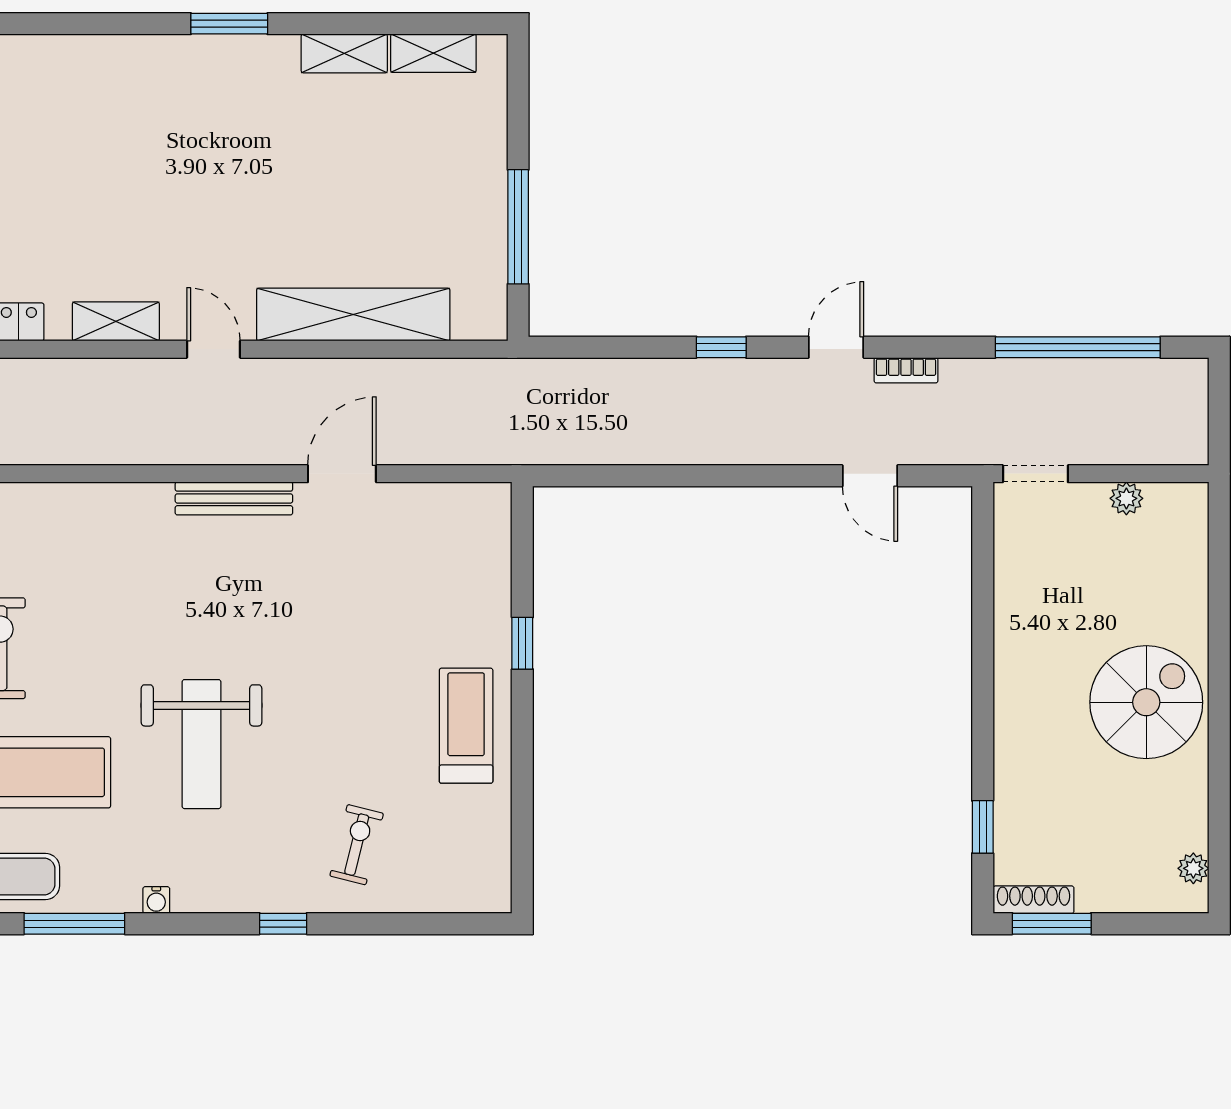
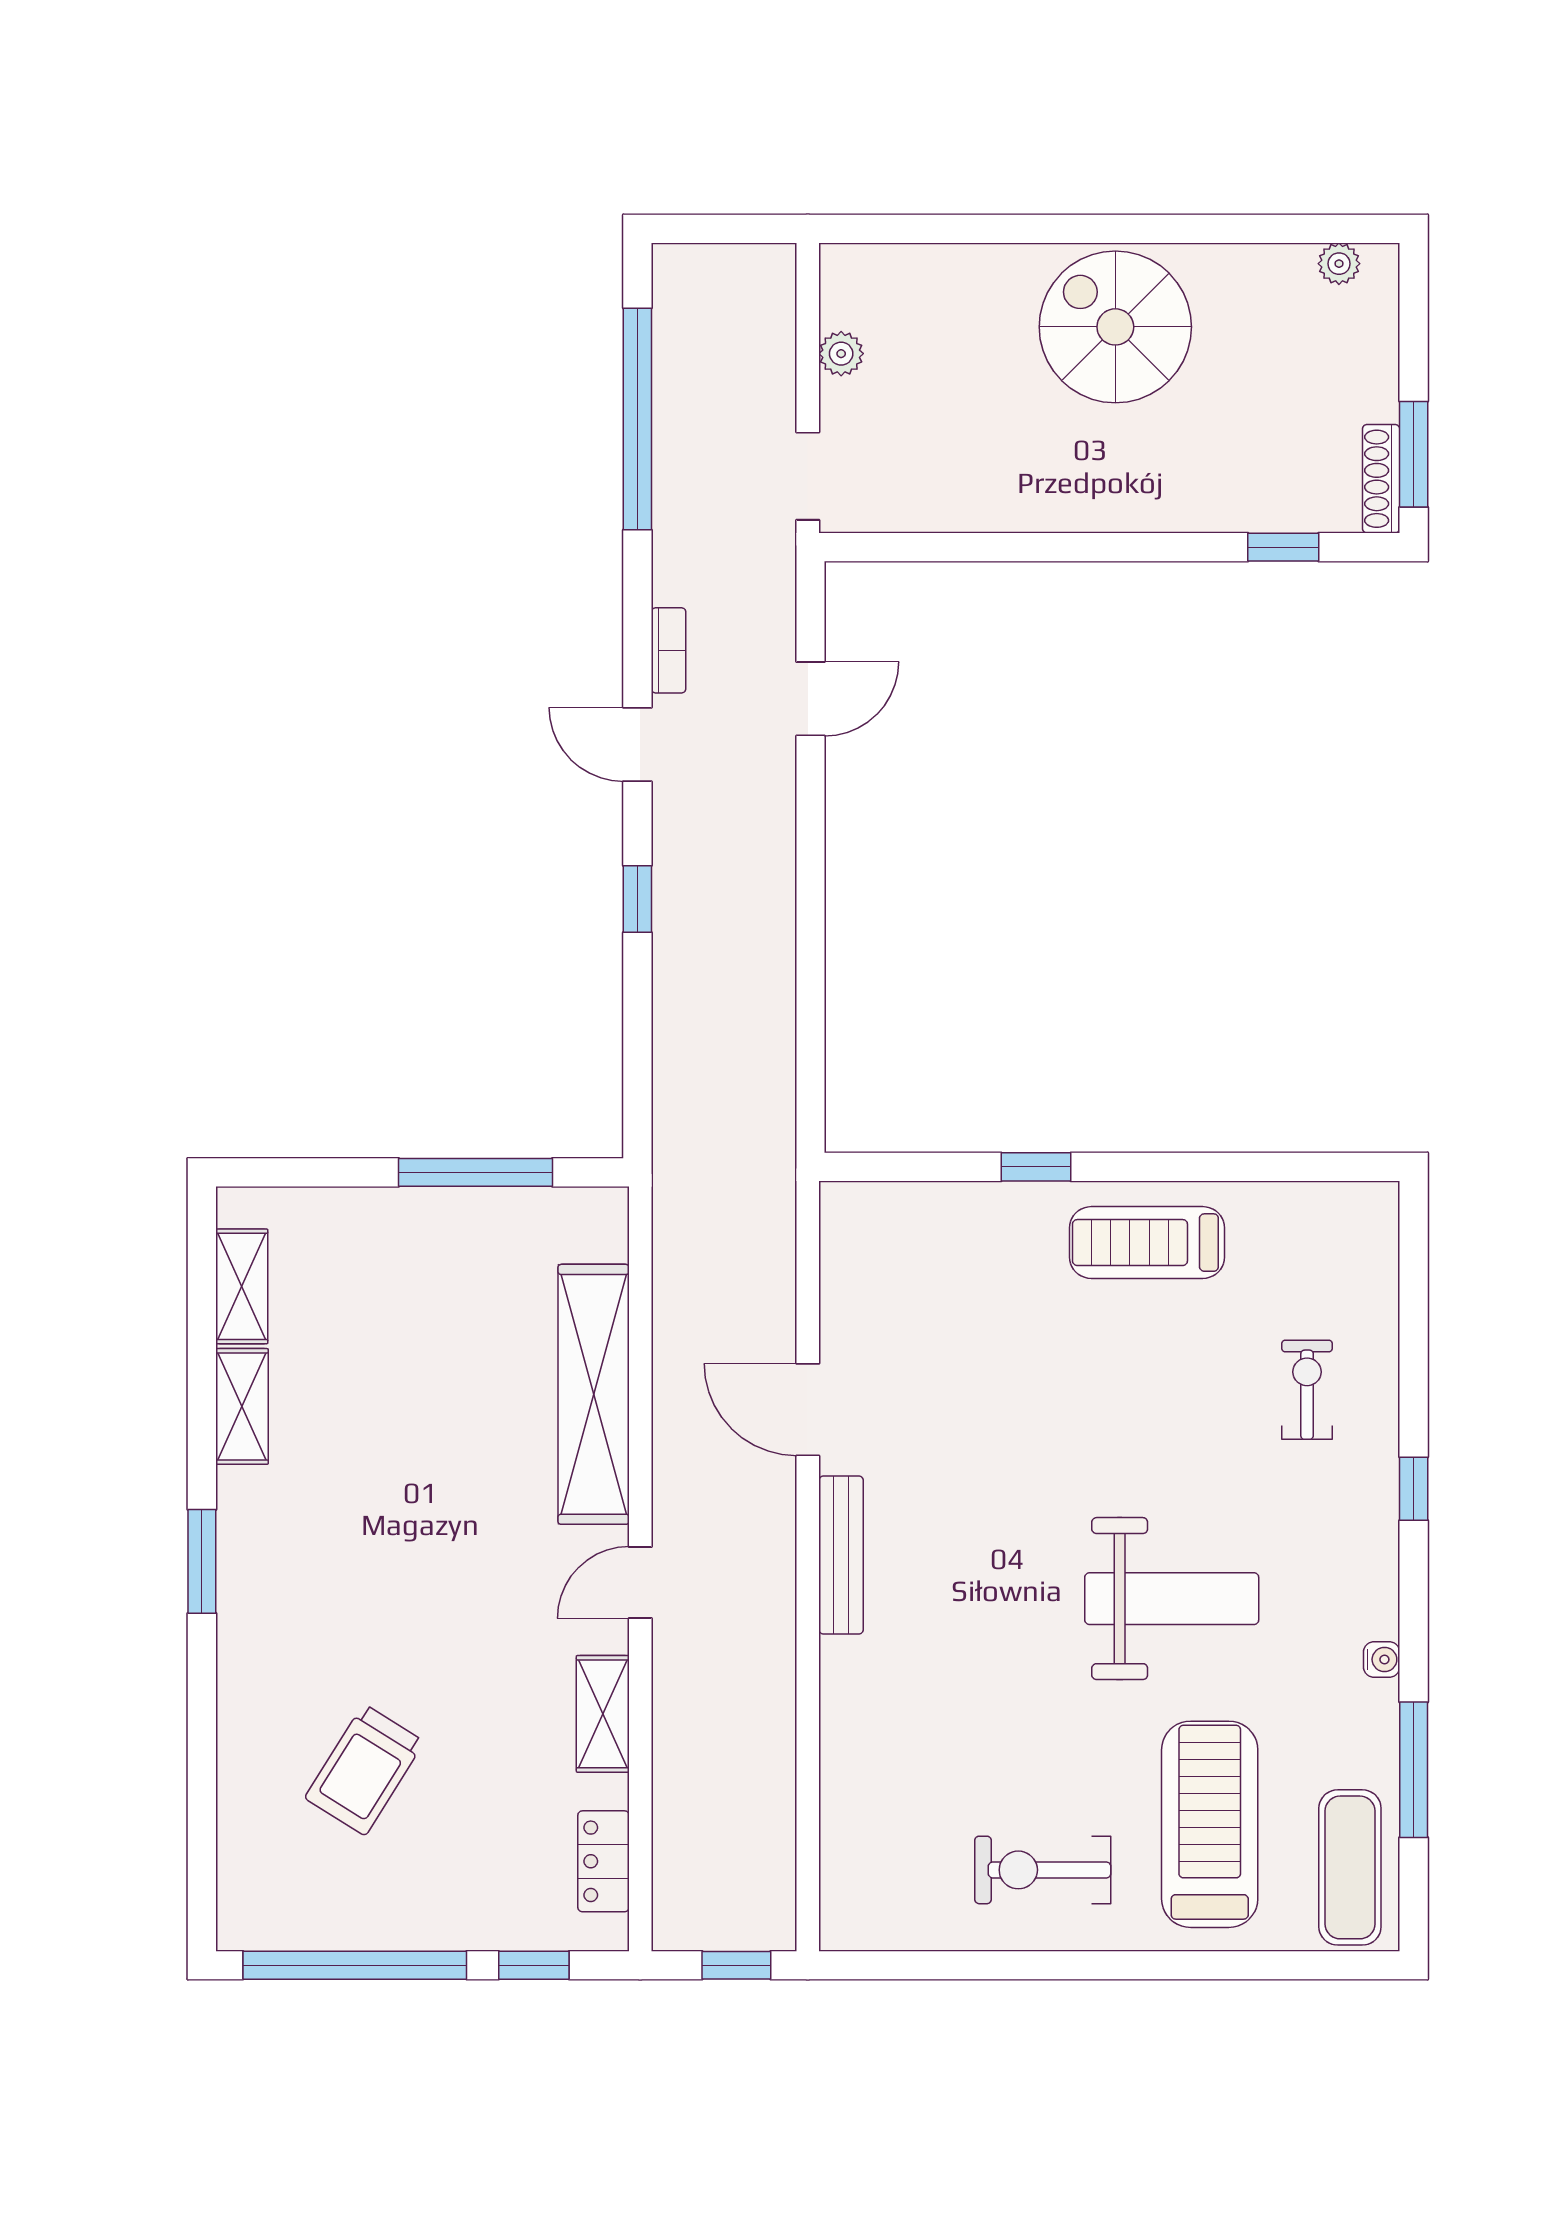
trolley: (74, 144) -> (364, 1770), added
exercise bike: (357, 845) -> (1307, 1390), turned 76

